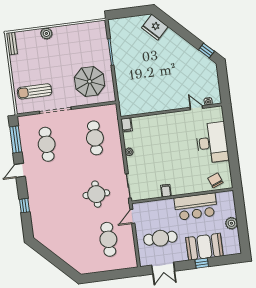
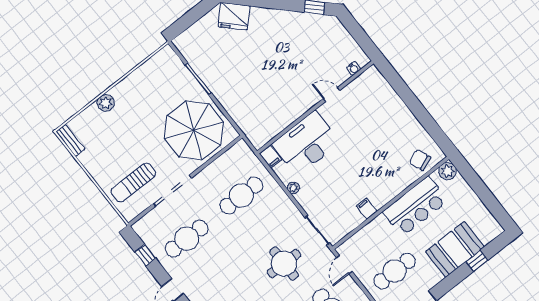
parasol: (90, 81) -> (194, 130), width x1.36, depth x1.36
door: (196, 108) -> (332, 95), moved
cafe table: (95, 138) -> (241, 196), turned 90
window: (16, 139) -> (145, 255), width x0.46
desk: (212, 143) -> (306, 143), moved, turned -90
cafe table: (47, 144) -> (187, 239), turned 90
plant: (231, 223) -> (448, 171), moved
window: (202, 263) -> (477, 261), moved

